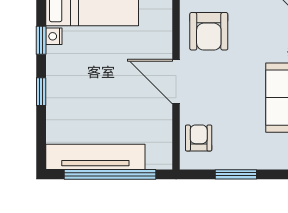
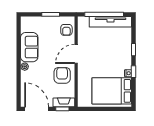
door: (176, 82) -> (76, 54), swing flipped

